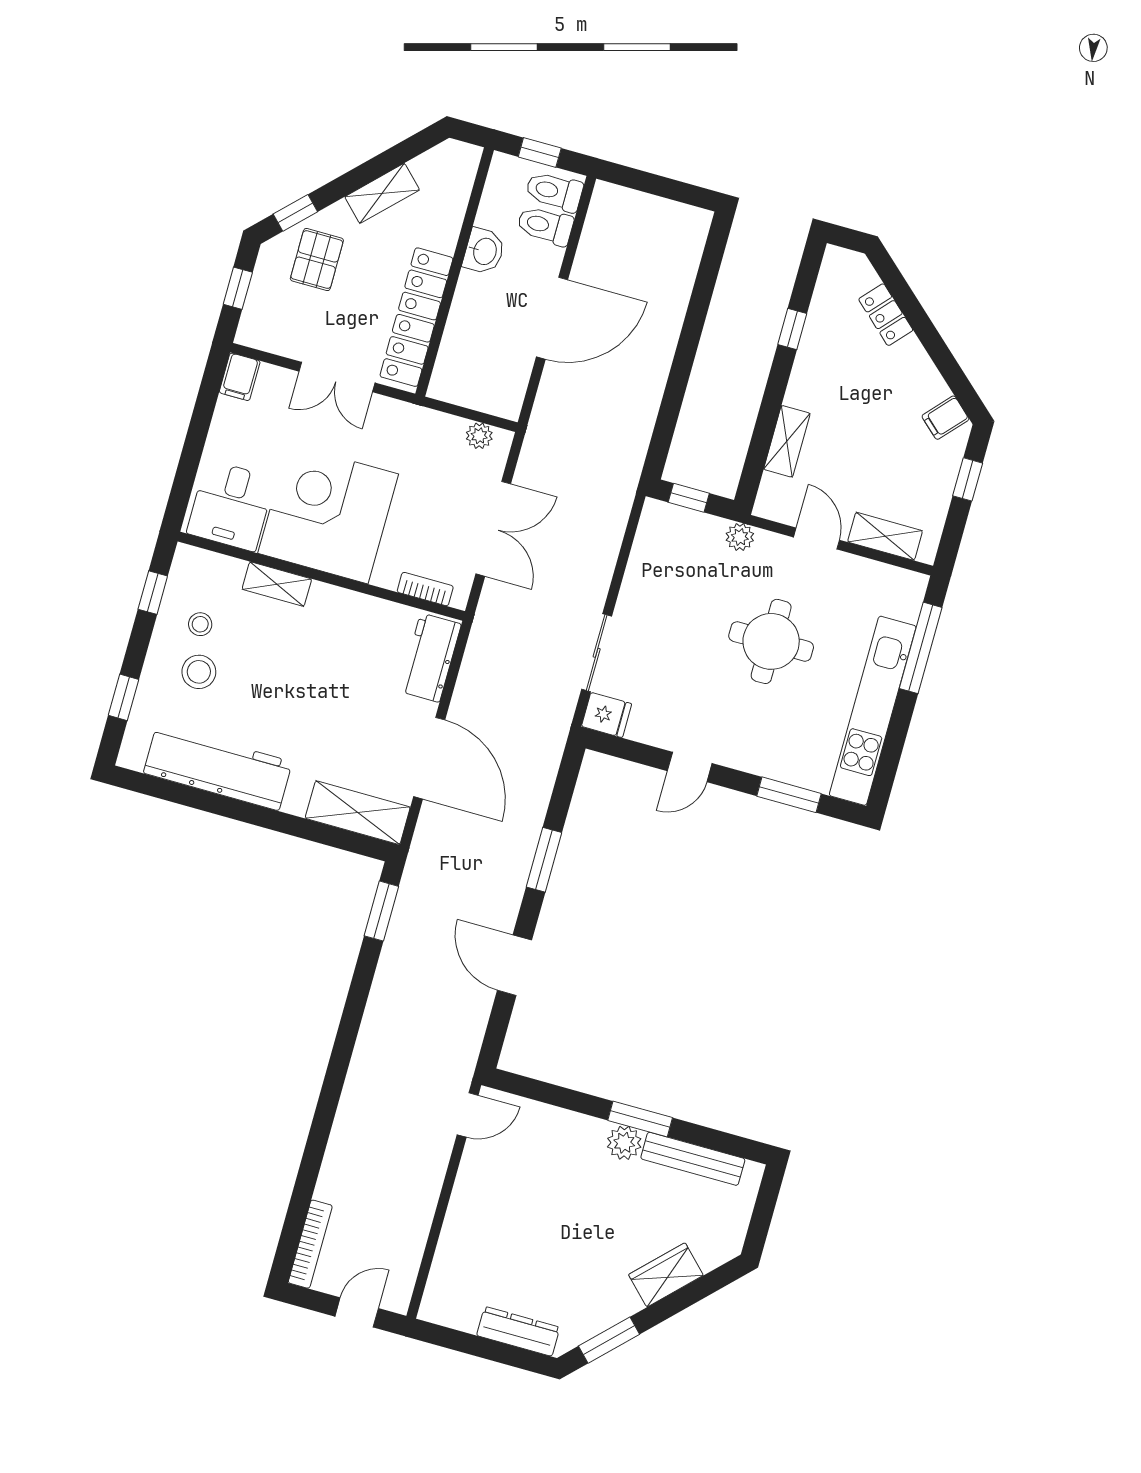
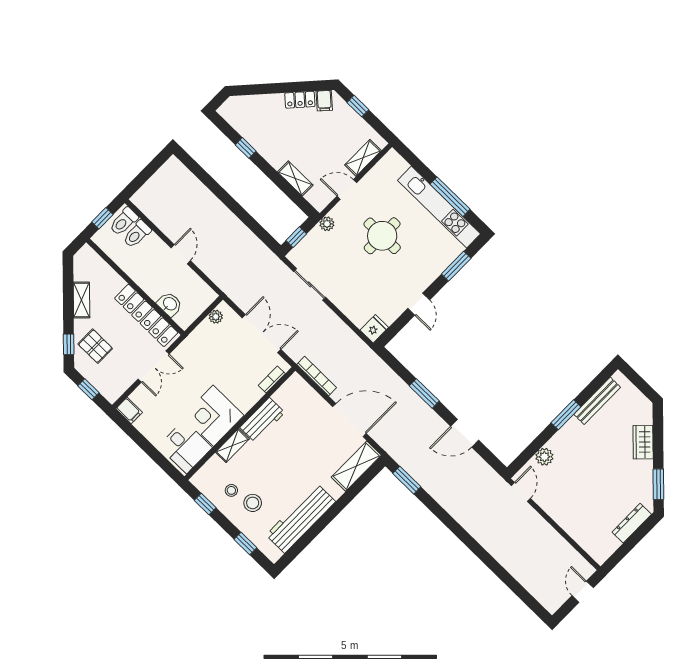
washbasin: (484, 251) -> (170, 304), moved
locker: (886, 315) -> (300, 100), moved
door: (552, 318) -> (181, 254), width x0.53
corner desk: (328, 514) -> (213, 416), width x0.74, depth x0.74
window: (921, 648) -> (450, 197), moved
sliding door: (597, 653) -> (310, 284), moved
workbench: (430, 658) -> (262, 420), moved, turned -90
plant: (624, 1143) -> (544, 457), moved
bookcase: (310, 1244) -> (317, 376), moved

